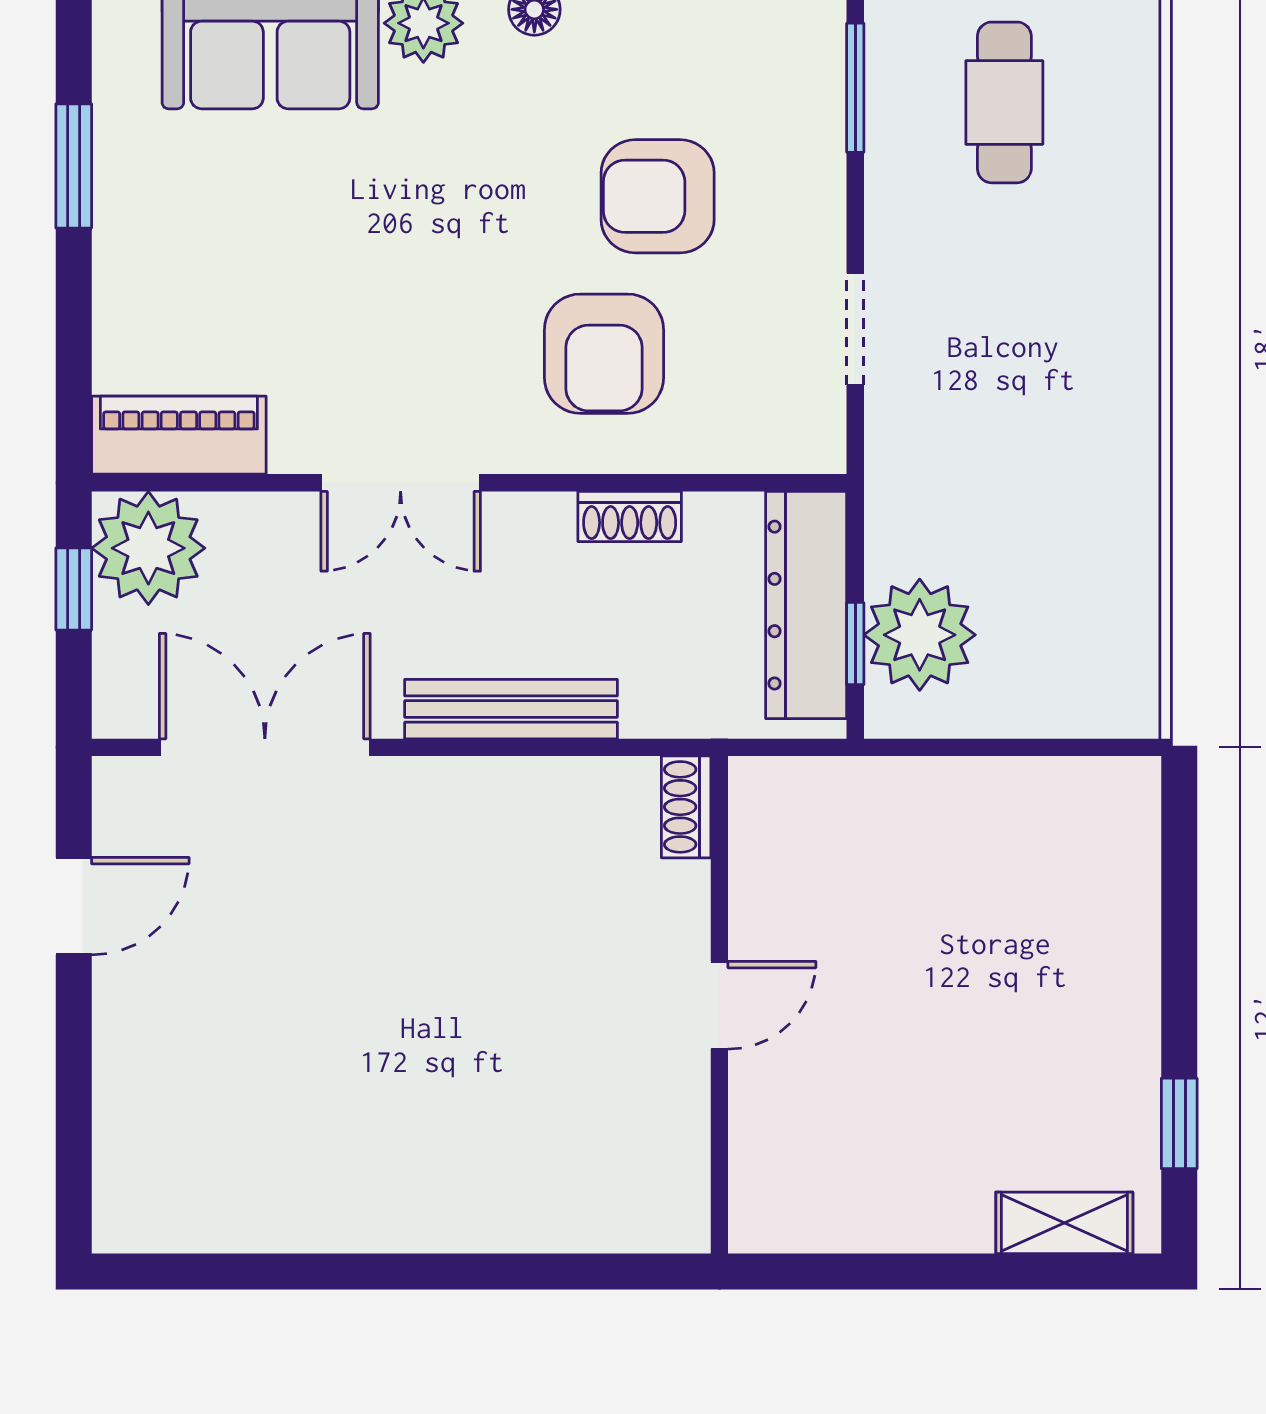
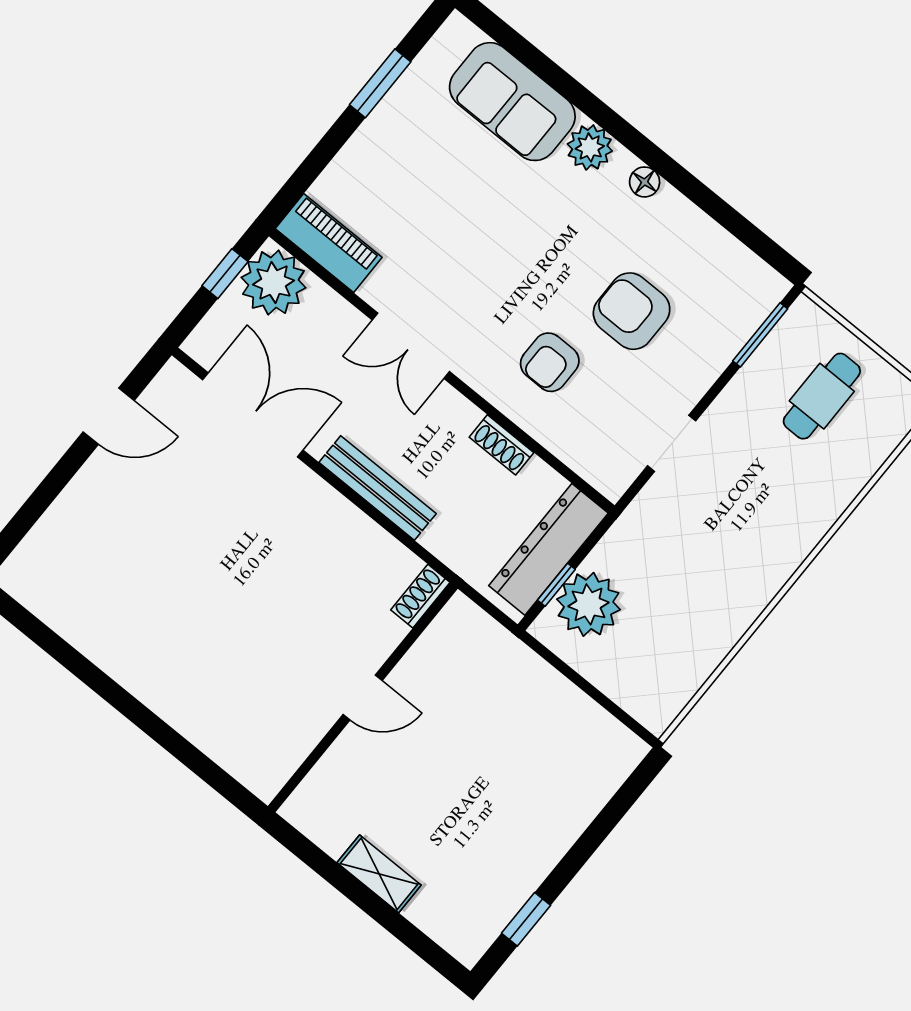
armchair: (604, 354) -> (550, 362), width x0.72, depth x0.72
shelving: (1064, 1223) -> (379, 874), moved

